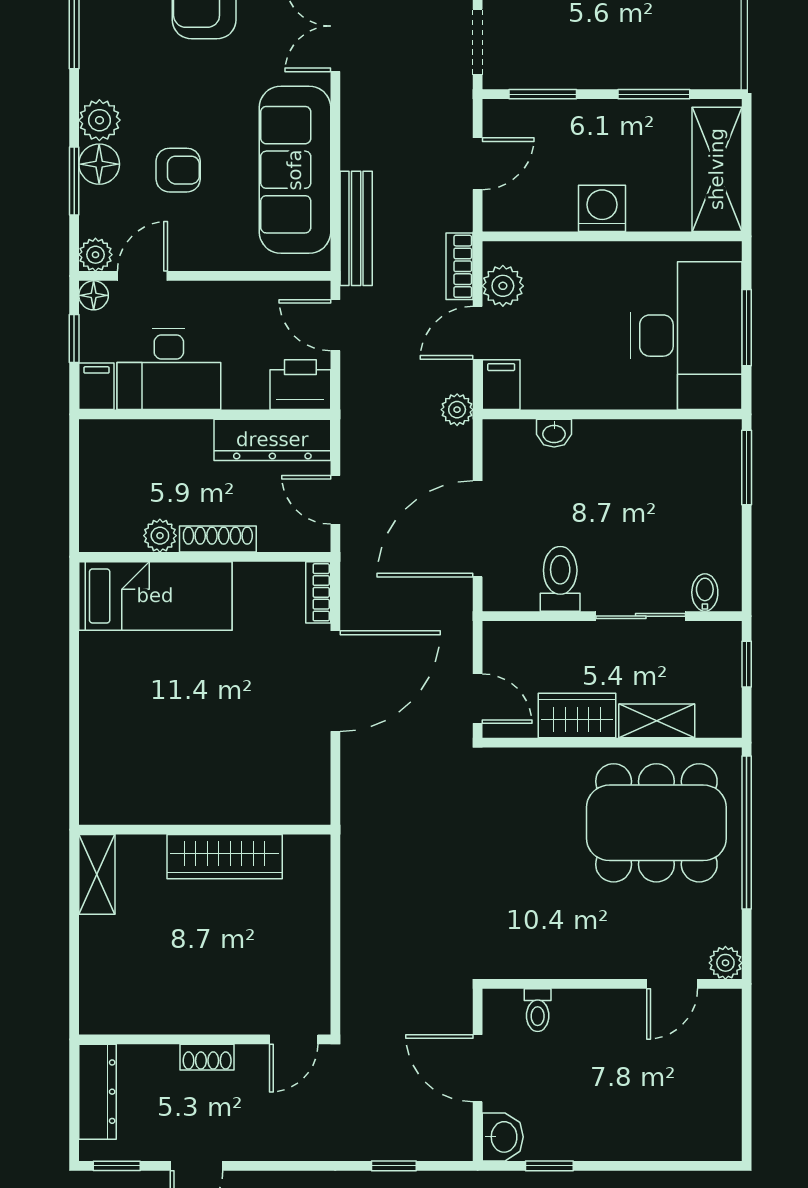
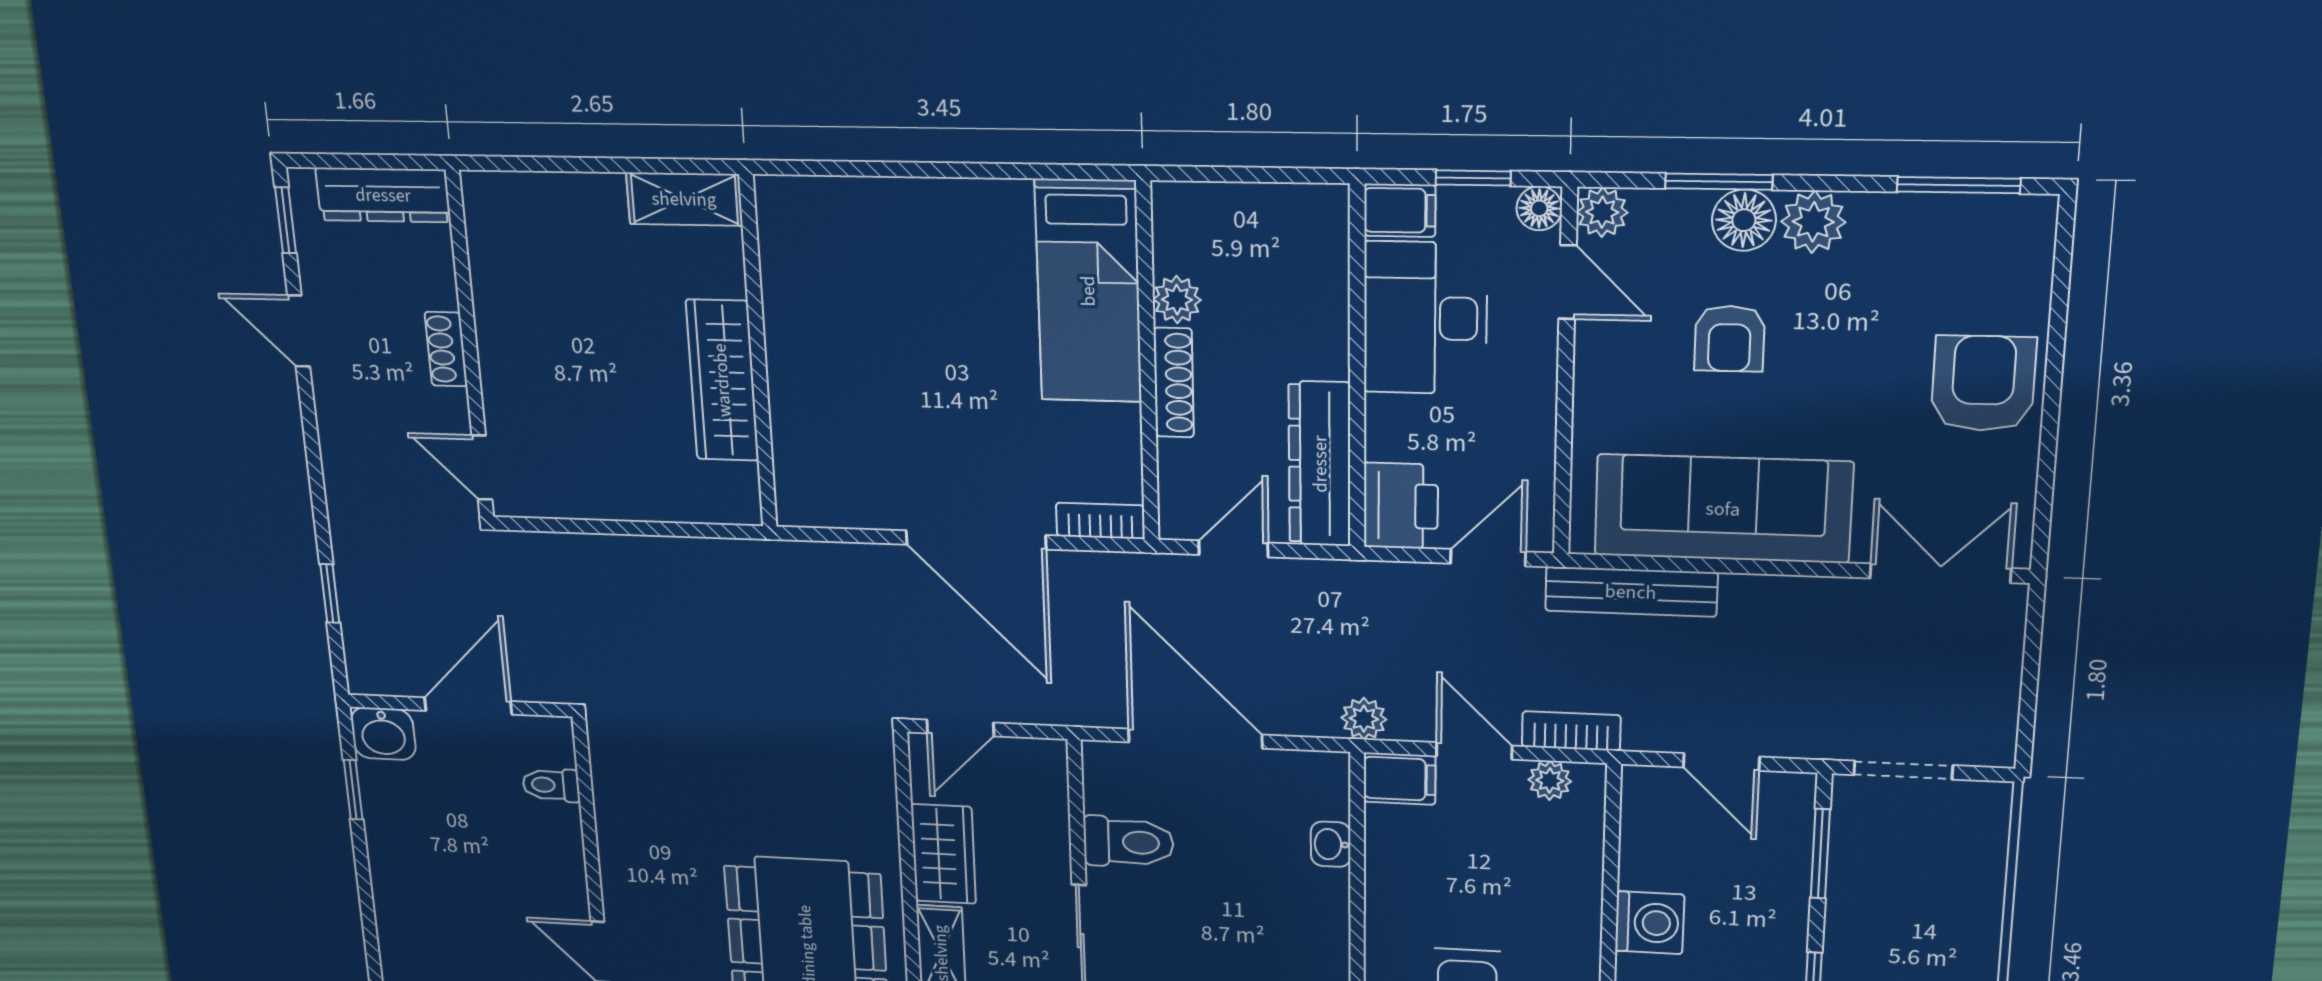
plant: (503, 286) -> (1550, 780), width x0.73, depth x0.73

